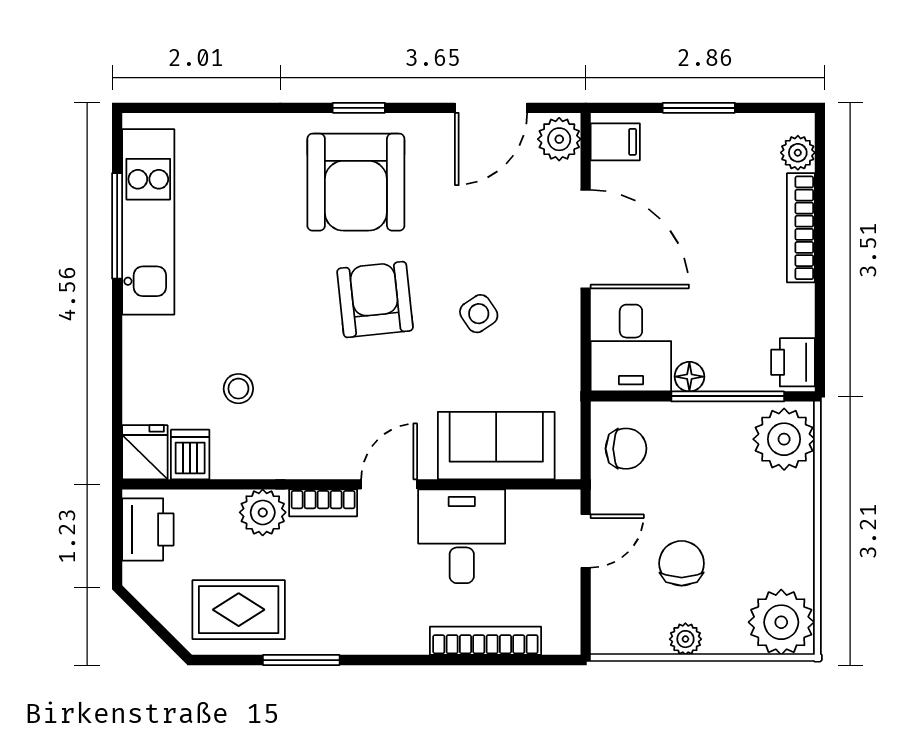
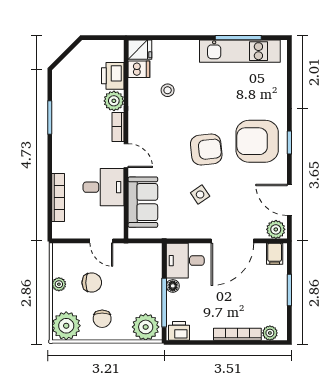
chair: (626, 449) -> (102, 319), moved
printer: (148, 529) -> (113, 76), moved, turned 90
rug: (239, 610) -> (72, 90), removed

